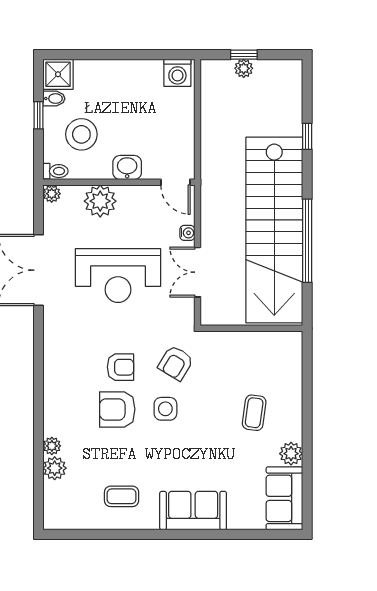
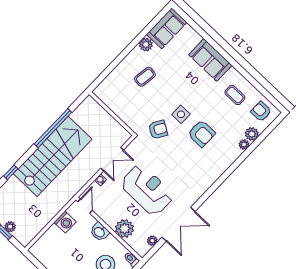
washing machine: (177, 73) -> (65, 222), moved, turned 90
plant: (52, 194) -> (152, 241), moved
stairs: (274, 230) -> (53, 156), width x0.73
armchair: (120, 367) -> (261, 111), moved

